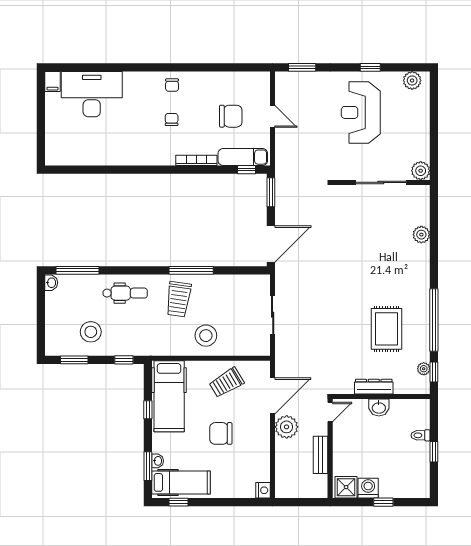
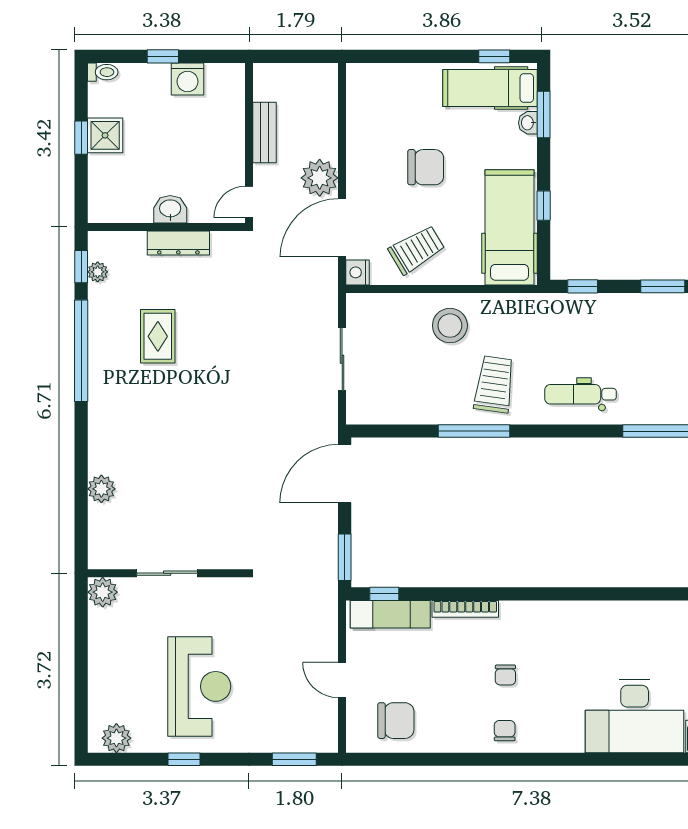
chair: (231, 116) -> (396, 721), moved, turned 180
sliding door: (381, 182) -> (167, 573), width x0.73
rug: (387, 329) -> (158, 336), width x0.73, depth x0.70
stool: (91, 332) -> (636, 332), removed
toilet: (421, 435) -> (103, 72), moved
shower: (346, 487) -> (105, 135), moved
nightstand: (263, 490) -> (358, 272), moved

